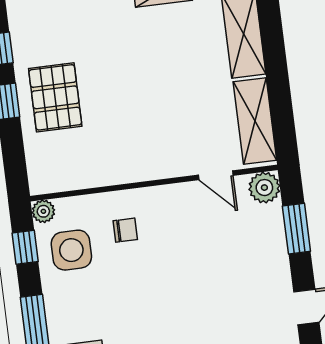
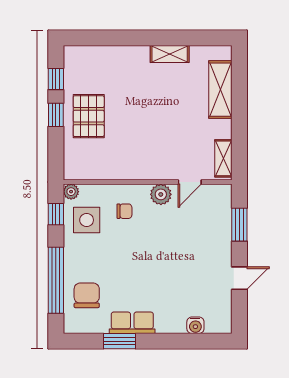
shelving: (255, 121) -> (223, 158), width x0.67, depth x0.75
door: (216, 175) -> (190, 182), hinge flipped
plant: (264, 188) -> (161, 194), moved

